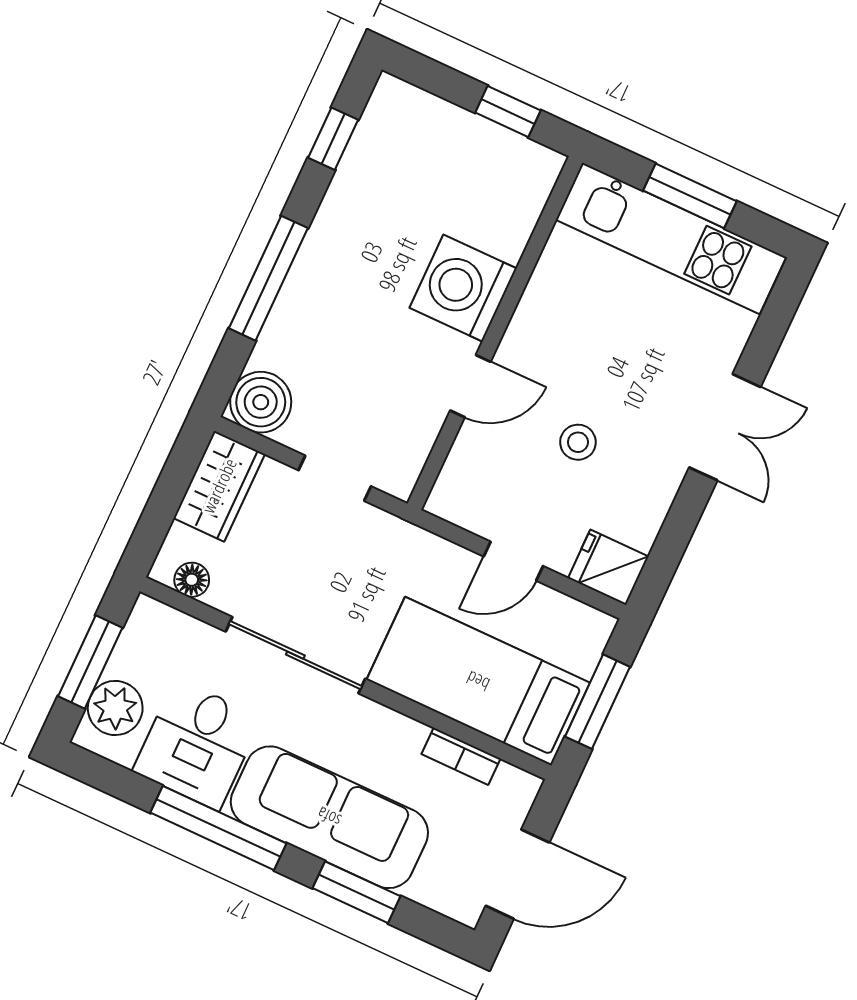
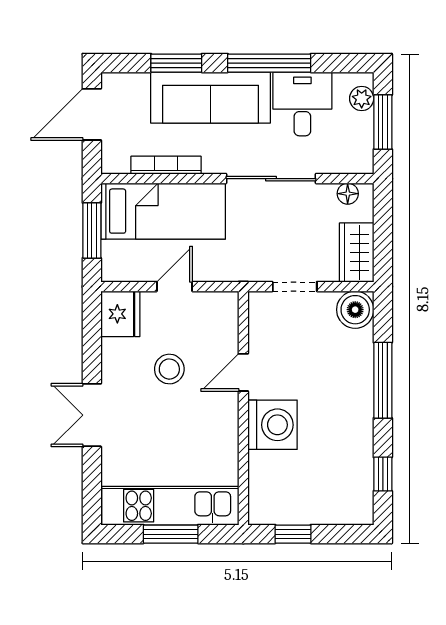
stool: (578, 442) -> (169, 369), width x1.37, depth x1.37
fridge: (608, 567) -> (120, 314), width x1.38
plant: (115, 708) -> (362, 99), width x0.73, depth x0.73
bookcase: (461, 756) -> (166, 165), width x1.56

